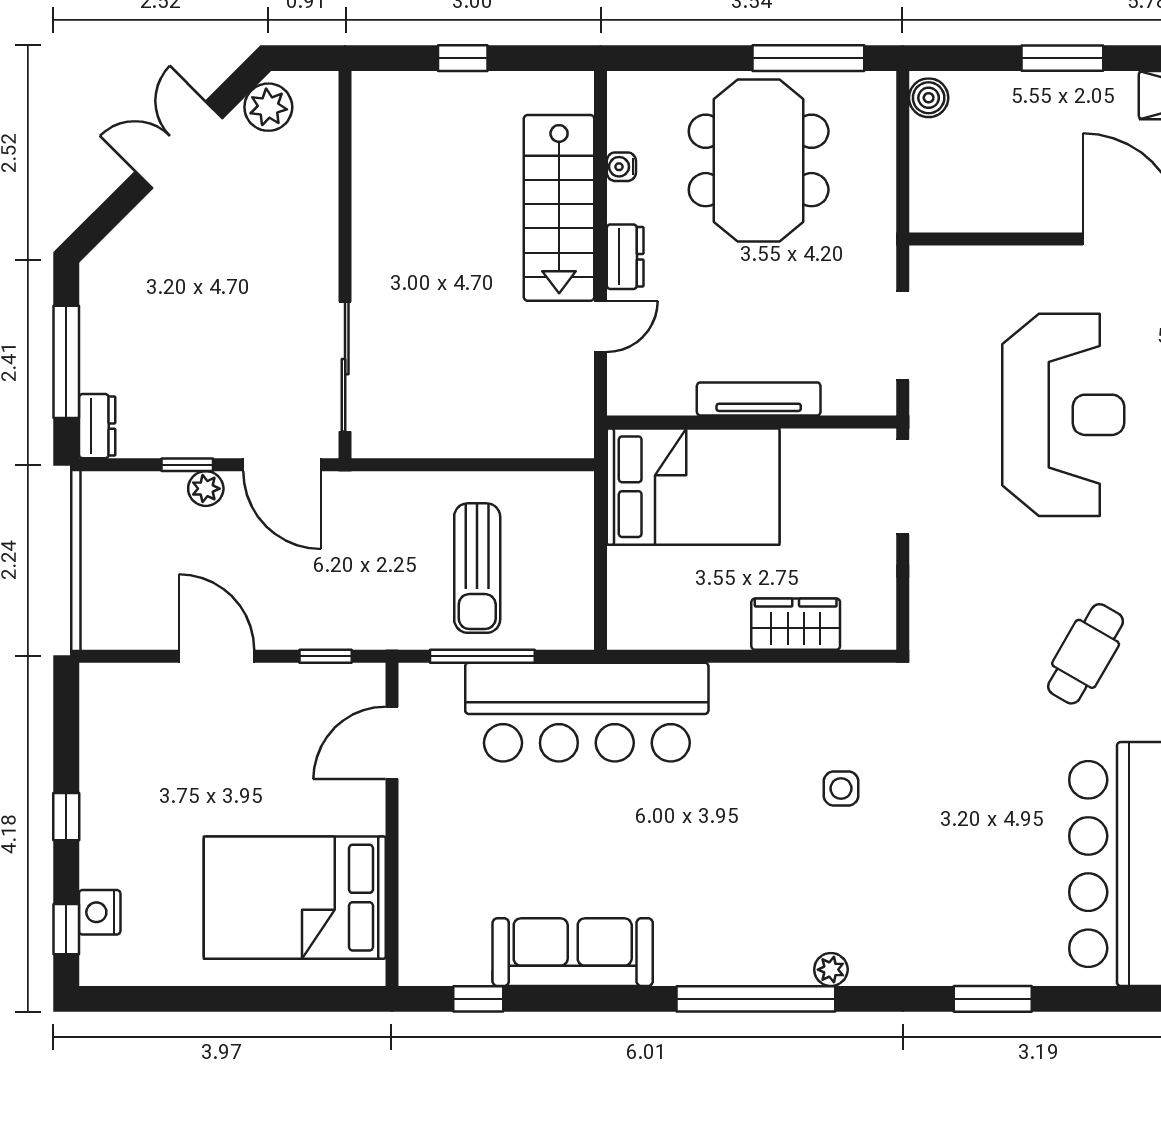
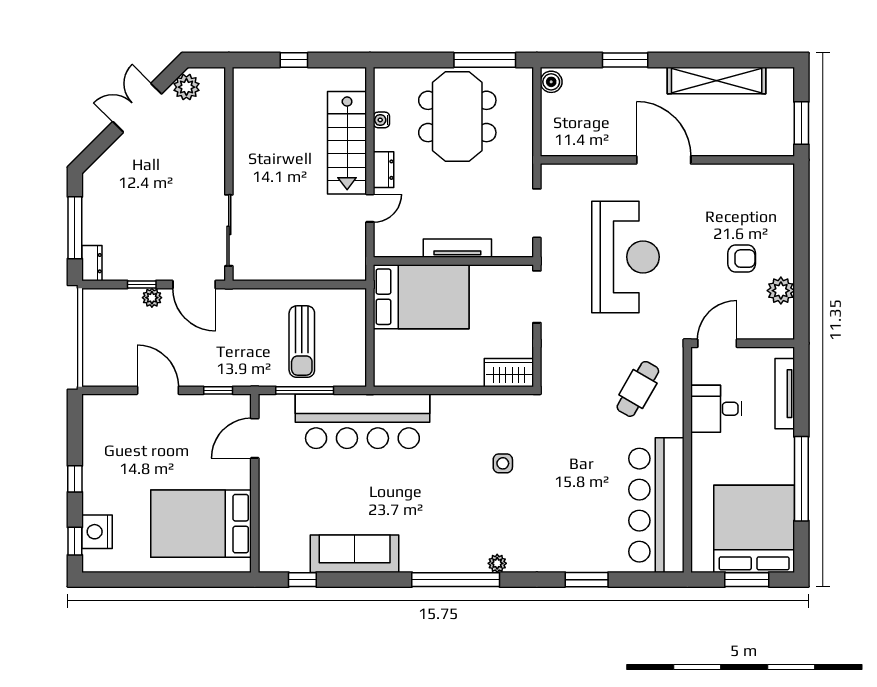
wardrobe: (796, 624) -> (509, 373), moved
nightstand: (100, 912) -> (97, 532), width x1.36, depth x1.33

